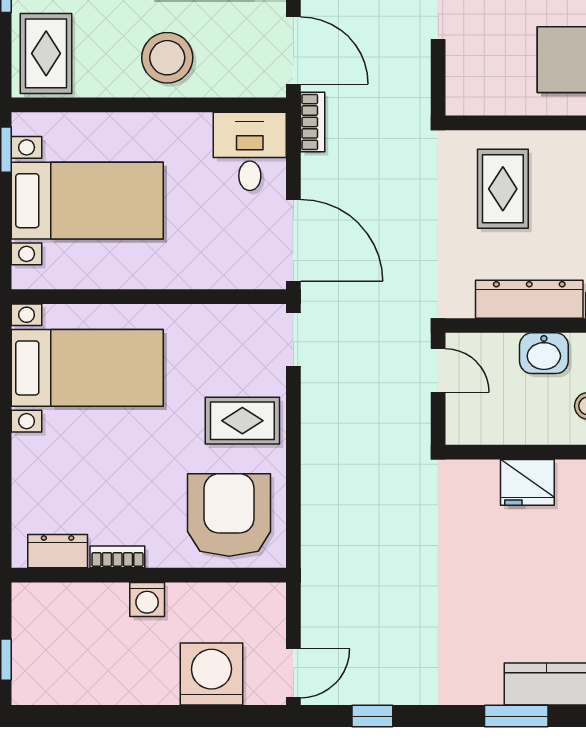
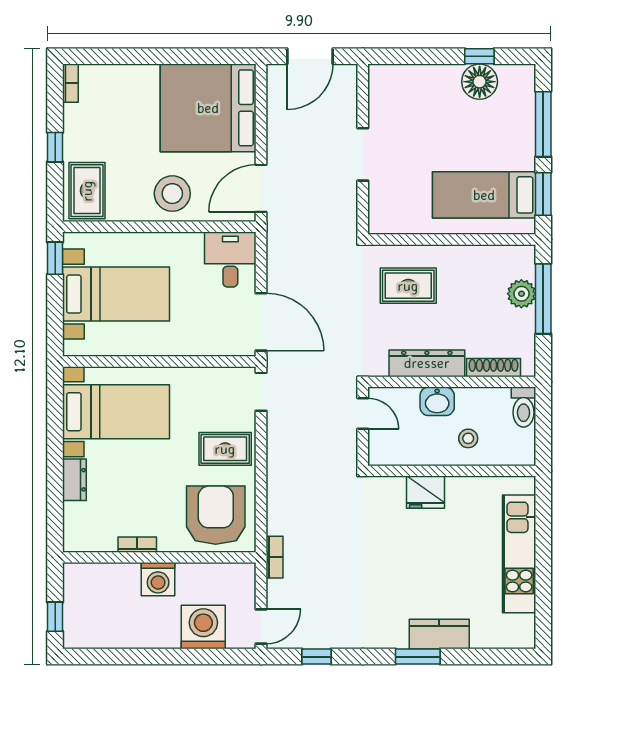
door: (293, 50) -> (261, 188), swing flipped
bookcase: (313, 122) -> (275, 557), moved
rug: (503, 189) -> (408, 286), turned 90
dresser: (58, 551) -> (74, 480), moved, turned 90
washing machine: (147, 599) -> (158, 579), width x1.38, depth x1.38

